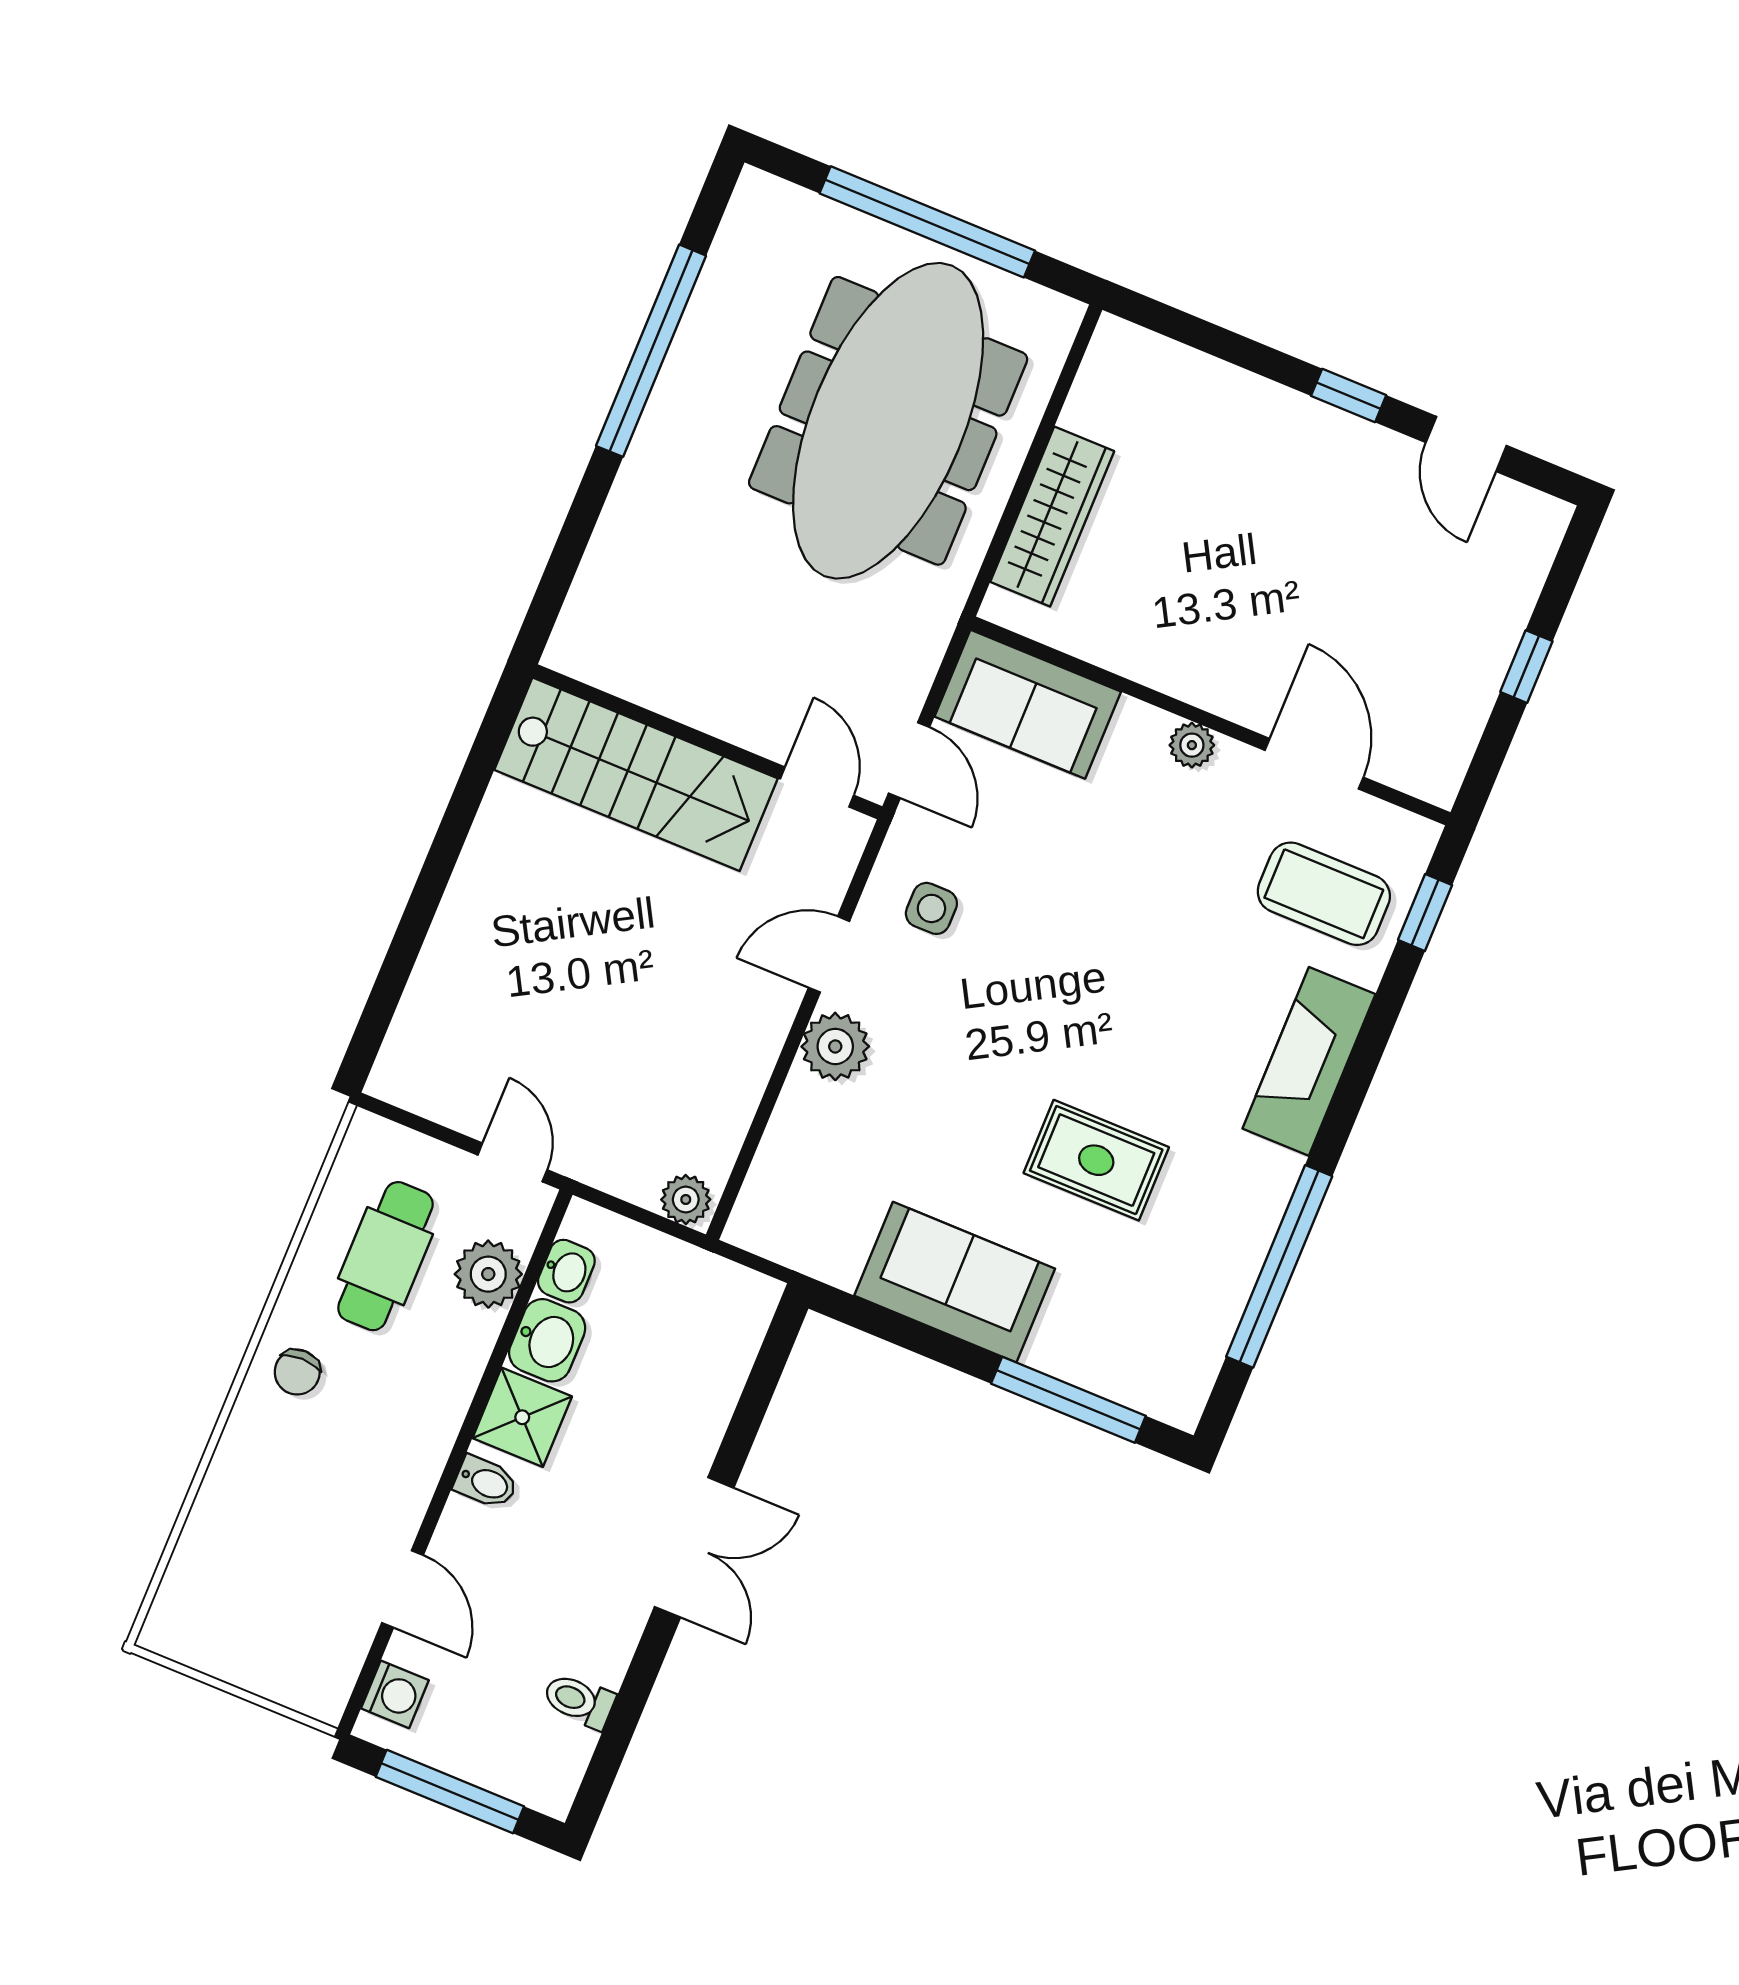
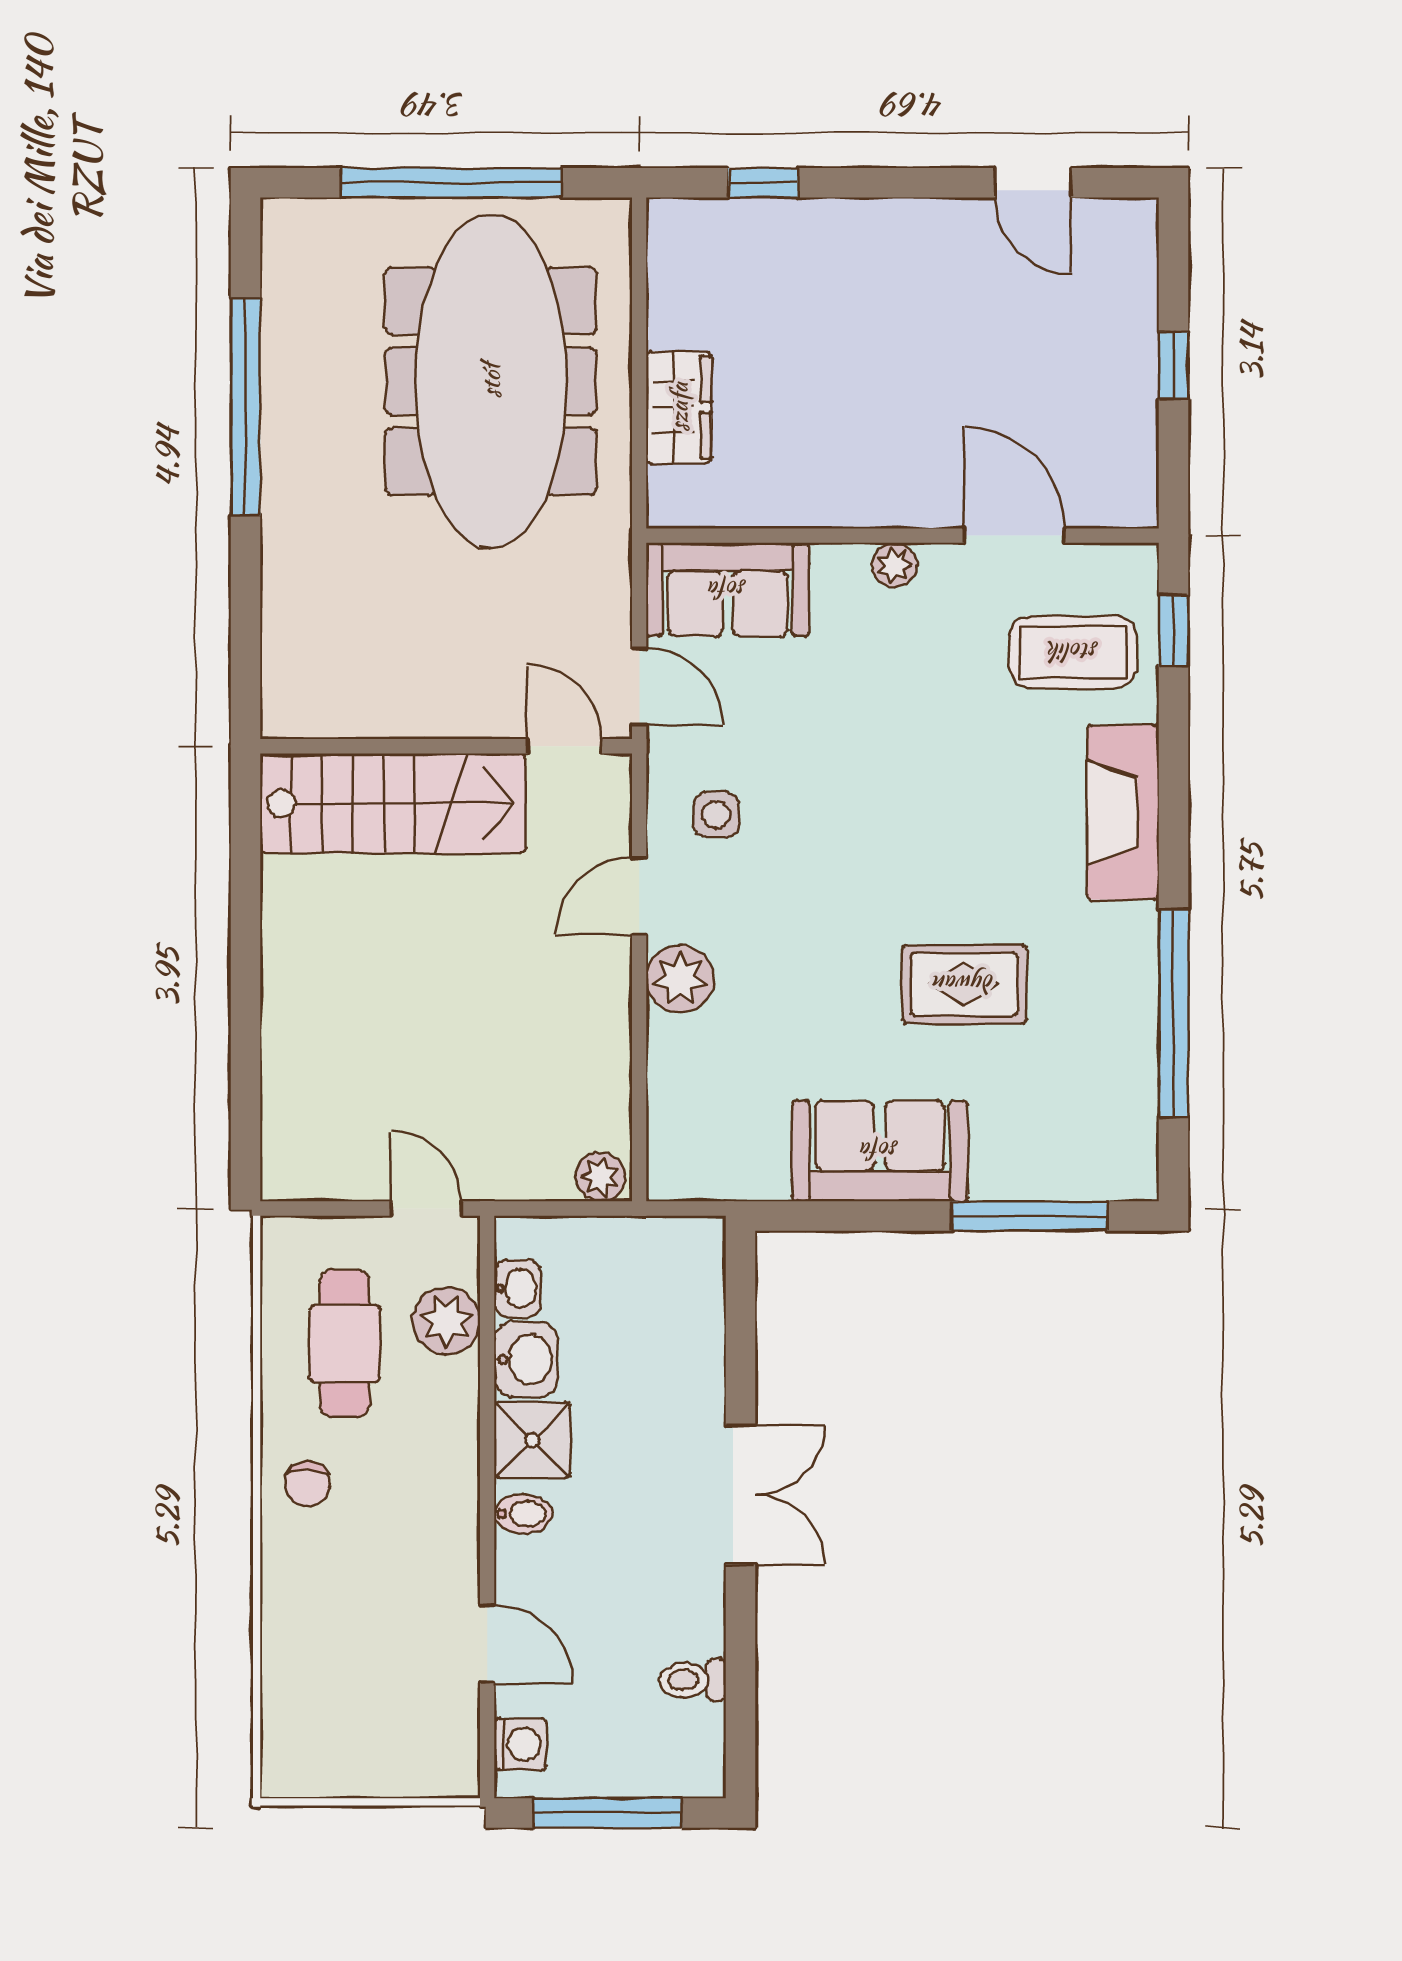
window: (1349, 396) -> (763, 183), moved
wardrobe: (1052, 516) -> (679, 407), width x0.67

